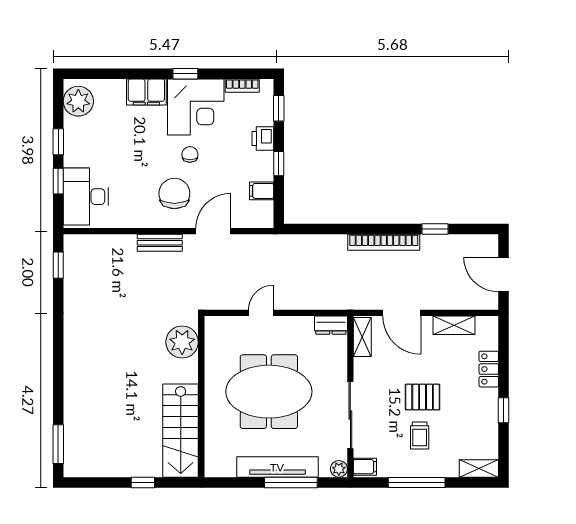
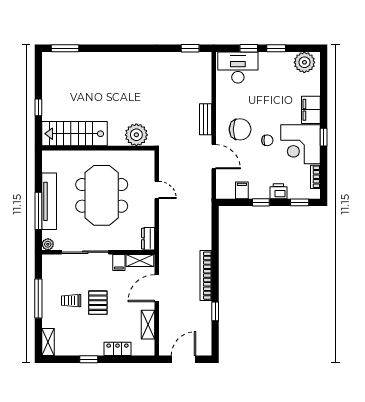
filing cabinet: (365, 467) -> (119, 262), moved

